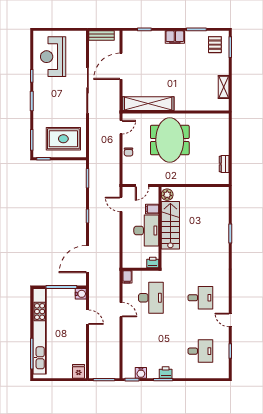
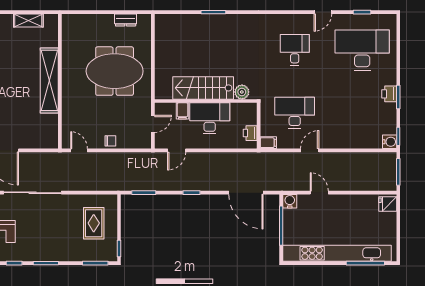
shelving: (148, 104) -> (49, 80), moved
rug: (63, 139) -> (94, 223), width x0.73, depth x0.70
meeting table: (170, 140) -> (115, 71), moved
door: (142, 186) -> (153, 124), hinge flipped
plant: (167, 195) -> (242, 92), moved
printer: (153, 262) -> (250, 133), moved
door: (88, 317) -> (319, 193), hinge flipped
desk: (200, 351) -> (362, 50), width x1.87, depth x1.30
water cooler: (141, 373) -> (390, 142), moved

